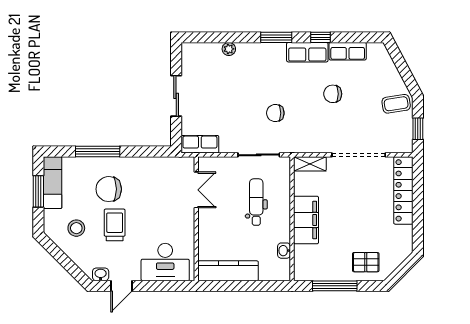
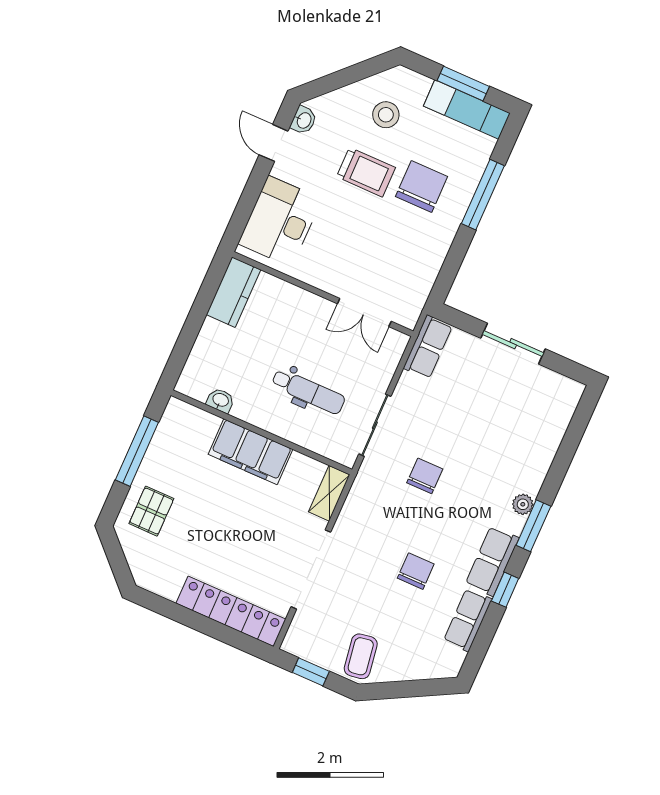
plant: (229, 49) -> (523, 504), moved
kitchen counter: (228, 271) -> (233, 292), width x0.67

